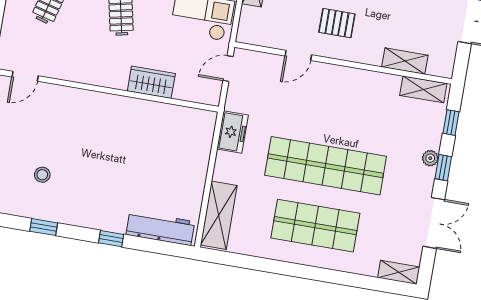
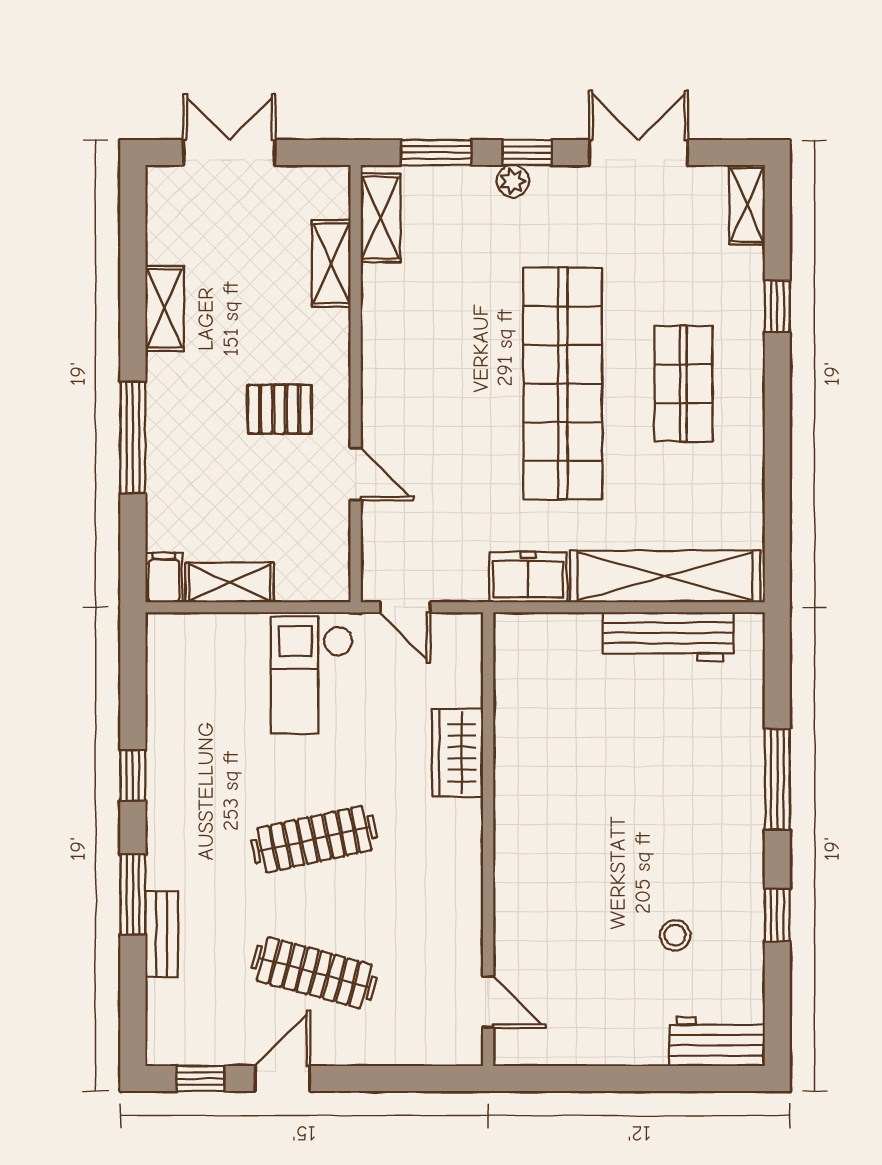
pallet: (337, 23) -> (280, 409), turned 90
window: (451, 123) -> (436, 153), width x1.50
shelving: (219, 215) -> (665, 576), width x1.47
shop shelf: (315, 226) -> (683, 384), width x0.70, depth x0.74
workbench: (160, 228) -> (668, 637), moved, turned -90
window: (111, 239) -> (777, 779), width x2.17
window: (346, 279) -> (777, 306), added

